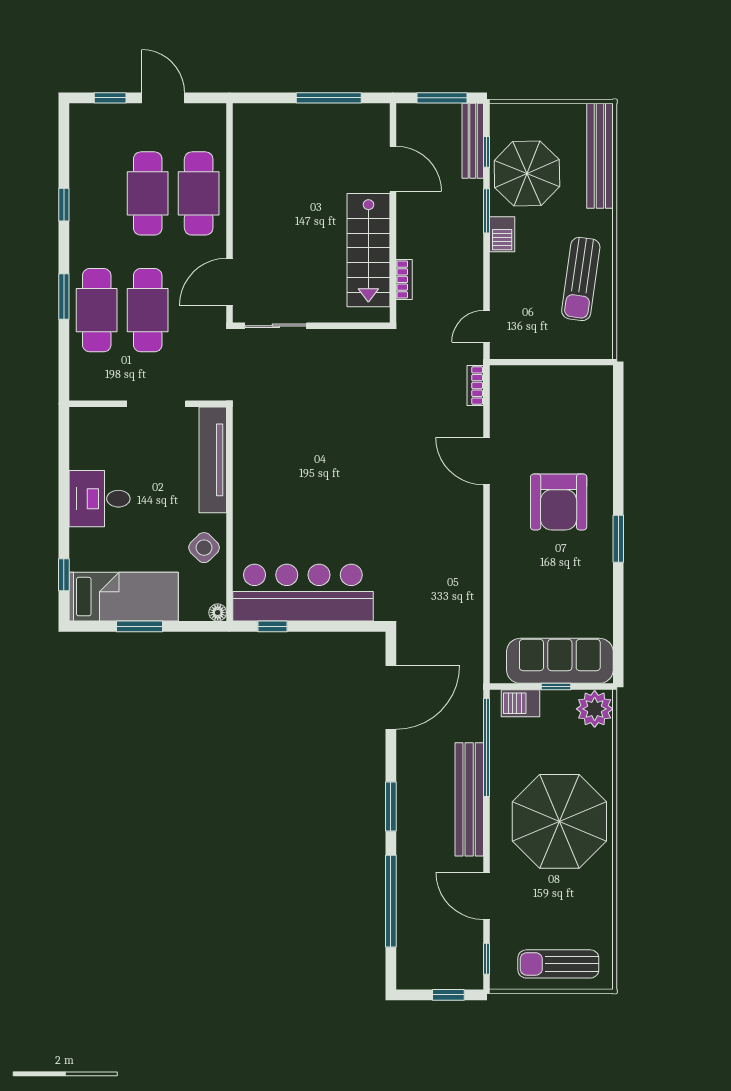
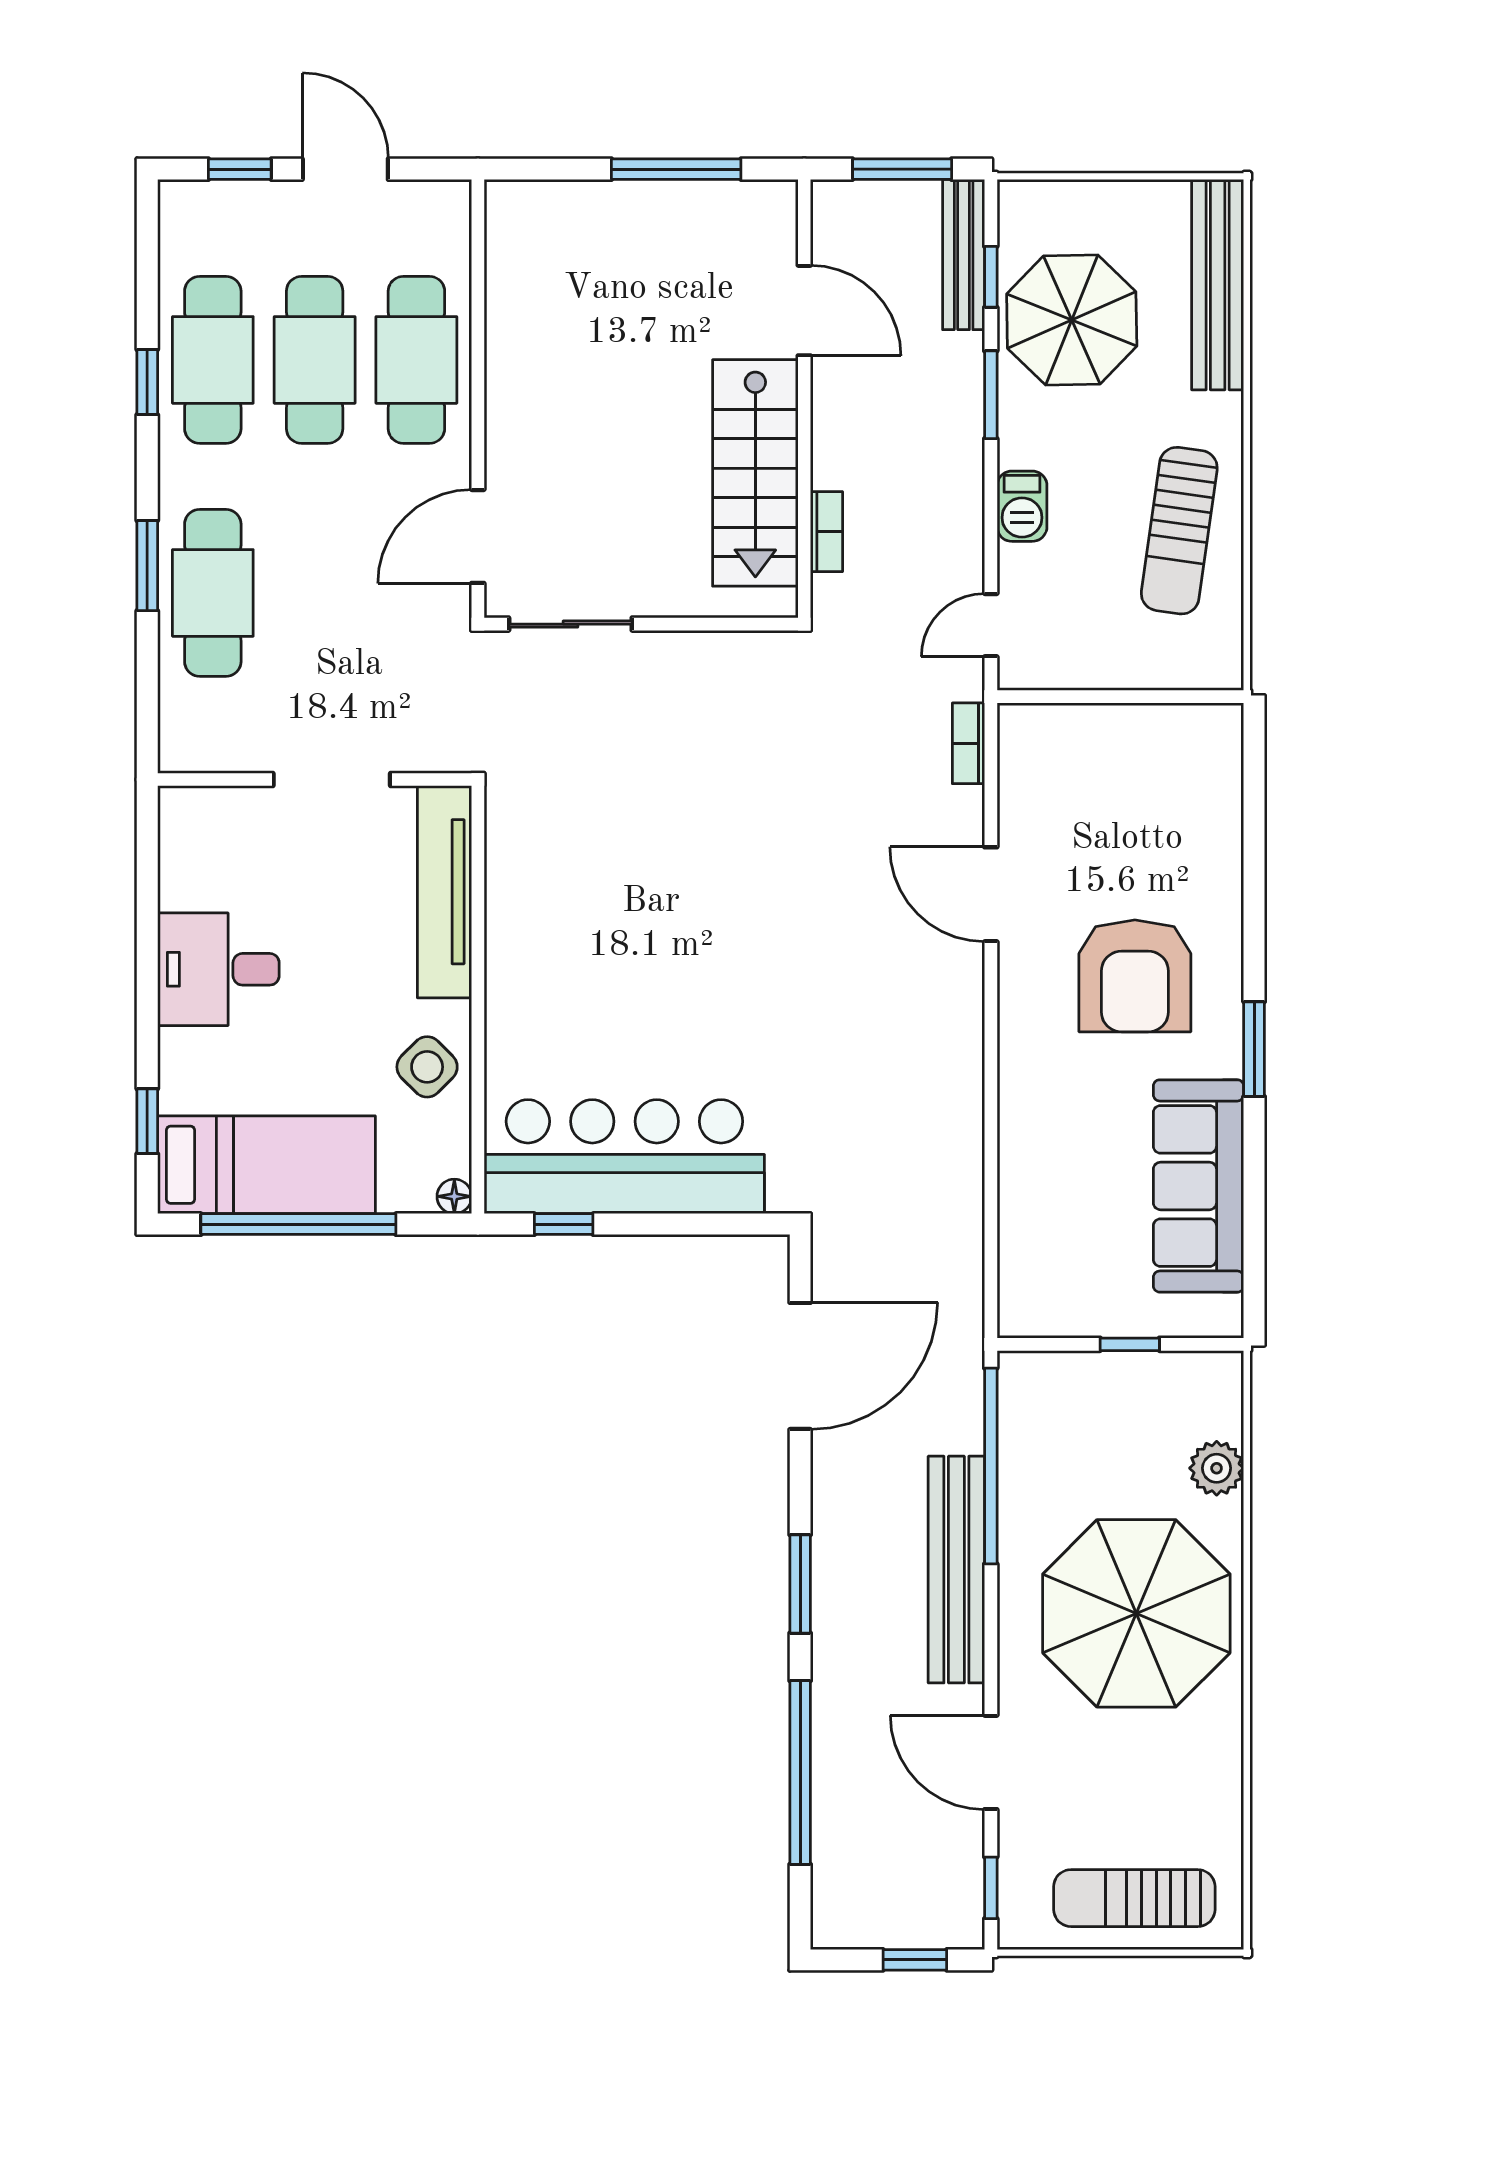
barbecue: (502, 234) -> (1022, 506), moved
cafe table: (148, 310) -> (213, 360), moved
window: (140, 626) -> (298, 1224), width x2.11
sofa: (560, 661) -> (1199, 1186), moved, turned -90
barbecue: (520, 703) -> (1059, 1378), removed
plant: (595, 709) -> (1217, 1468), moved, width x0.73, depth x0.73

